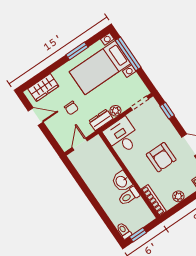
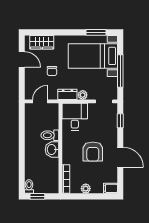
window: (77, 51) -> (96, 32), moved
window: (128, 54) -> (120, 71), moved
toilet: (129, 196) -> (50, 135), moved

